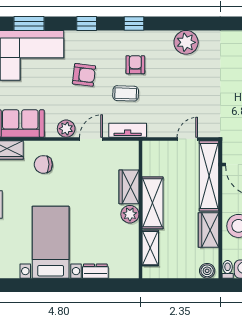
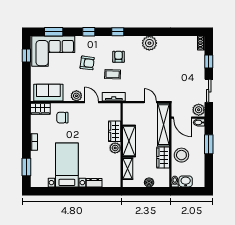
door: (91, 139) -> (91, 102), hinge flipped
door: (187, 139) -> (150, 102), hinge flipped
boiler: (207, 271) -> (149, 182), moved

